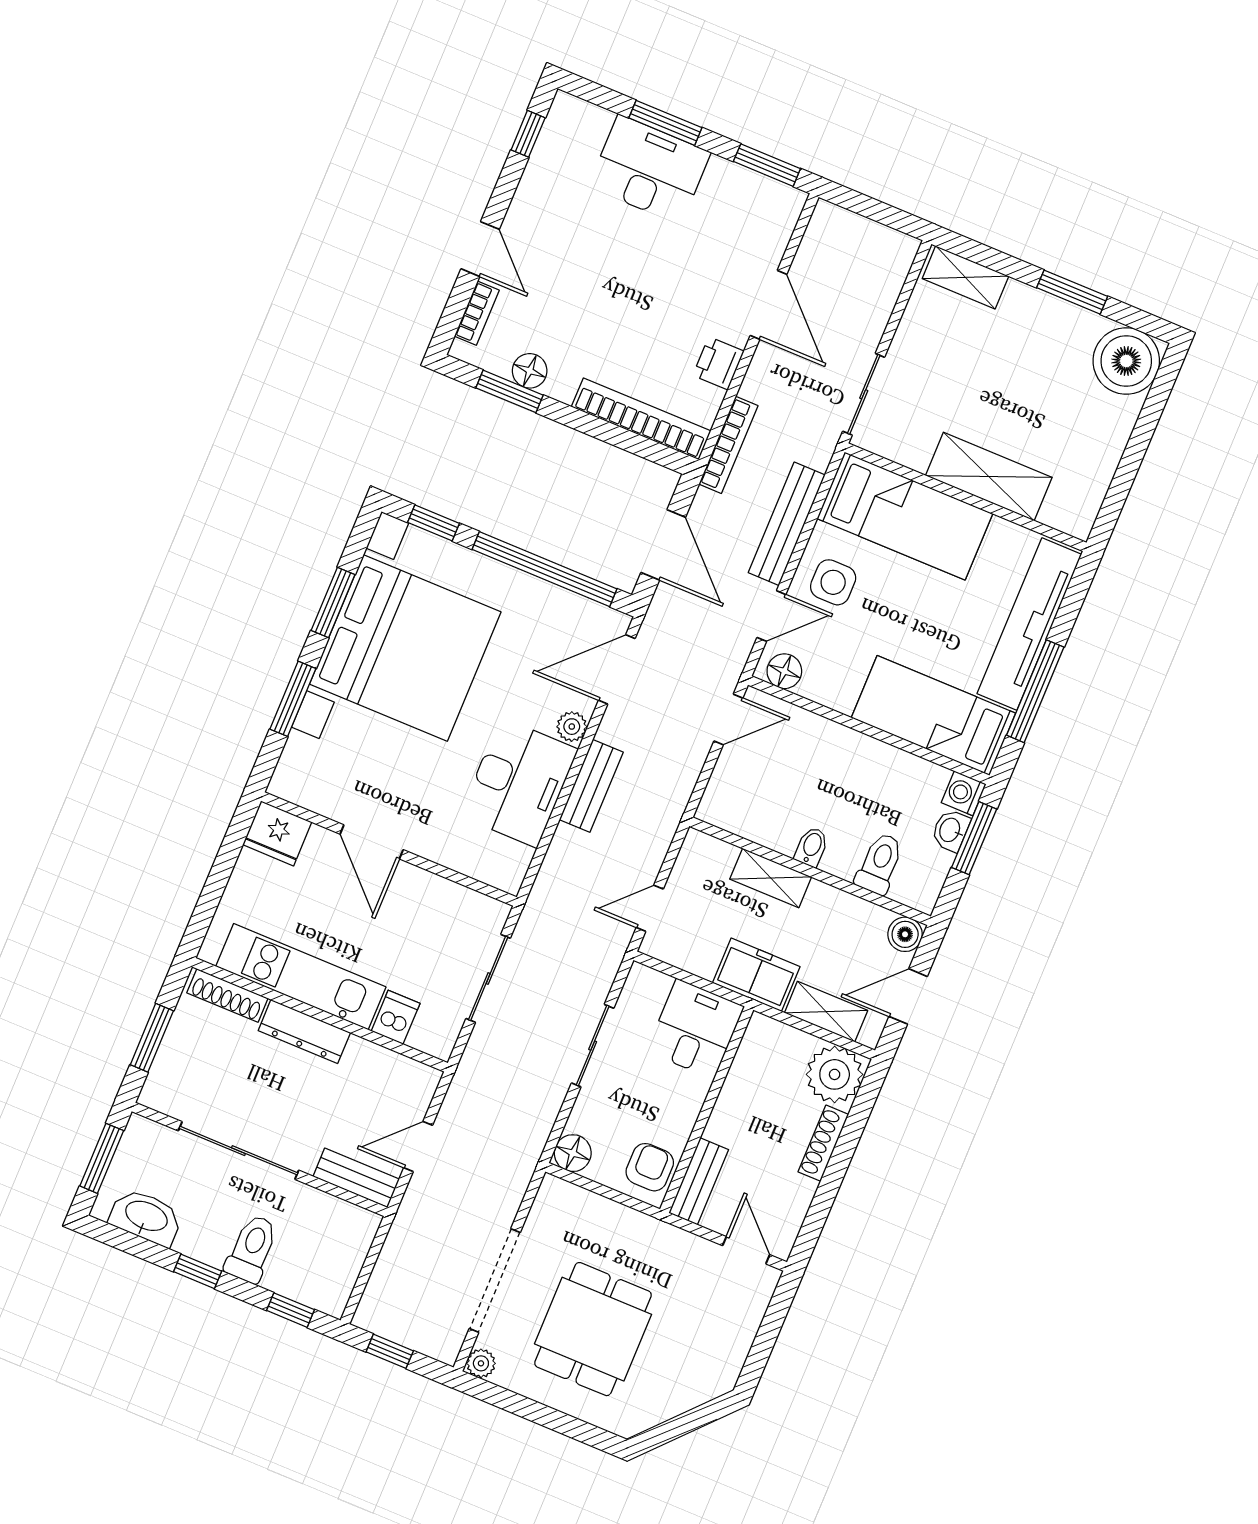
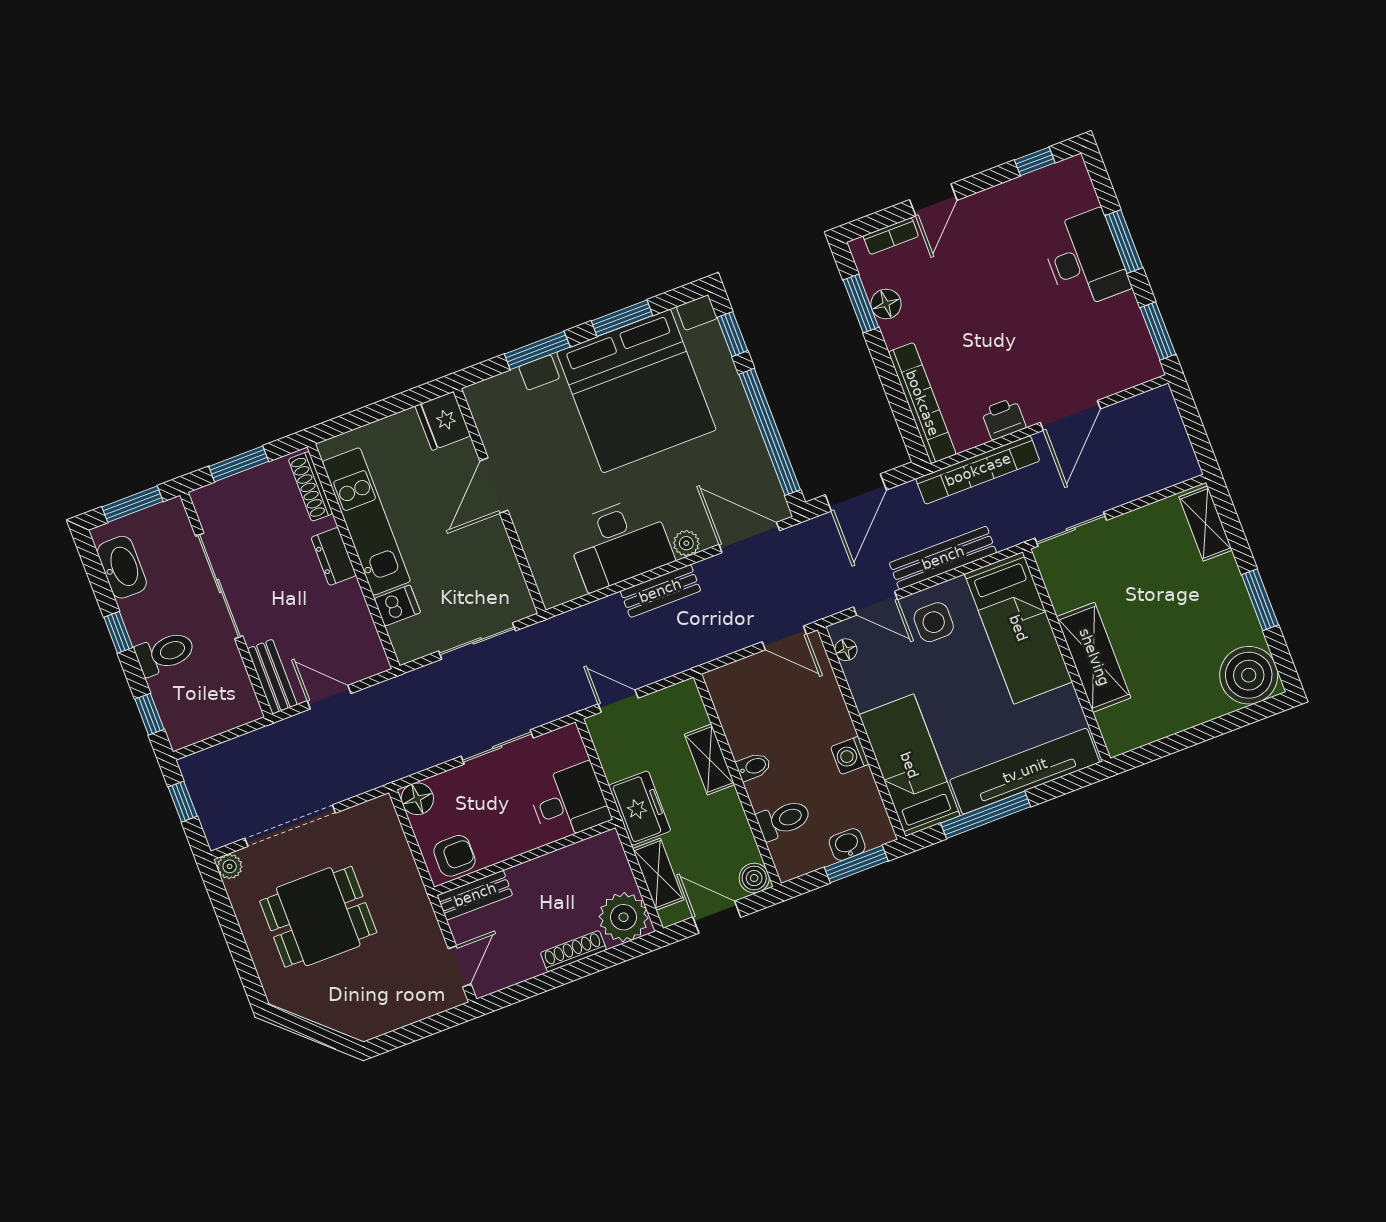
bookcase: (728, 445) -> (978, 470), width x1.48, depth x1.31
floor lamp: (784, 671) -> (846, 650), width x0.73, depth x0.73
washing machine: (964, 793) -> (850, 756), moved, turned -90
dresser: (304, 1032) -> (334, 556), width x0.70

